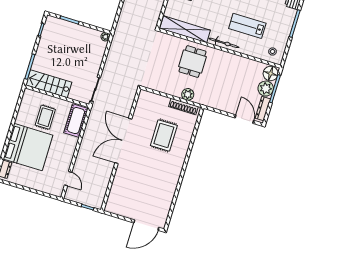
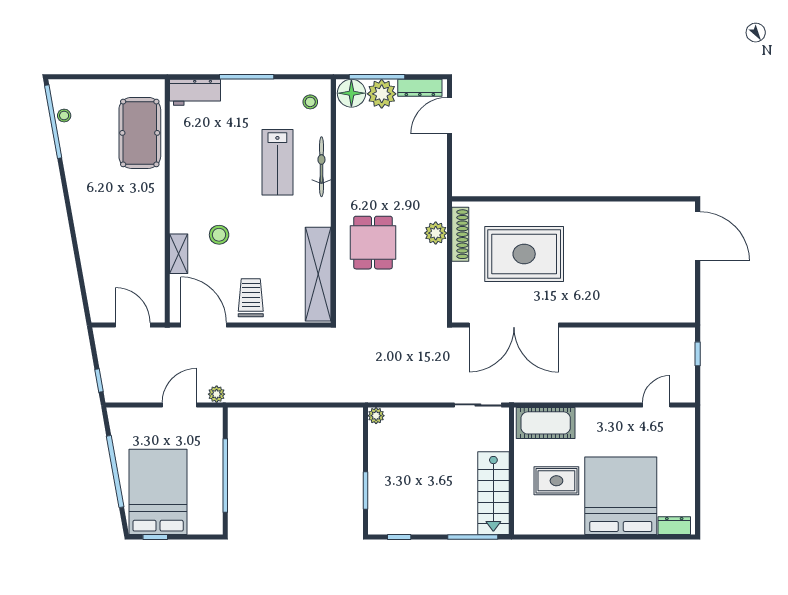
bicycle: (224, 43) -> (321, 167), moved
dining table: (193, 62) -> (373, 243), turned 90
rug: (164, 135) -> (524, 254), width x1.37, depth x1.44
double door: (123, 141) -> (514, 325), moved

